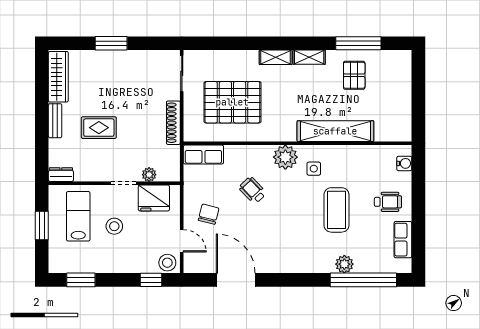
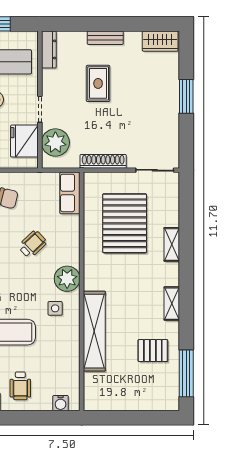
window: (358, 43) -> (186, 373), moved
shelving: (276, 57) -> (172, 244), moved
wardrobe: (58, 77) -> (160, 41), width x0.67
dresser: (61, 175) -> (49, 49), width x1.44
plant: (149, 175) -> (55, 143), width x1.87, depth x1.87

